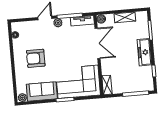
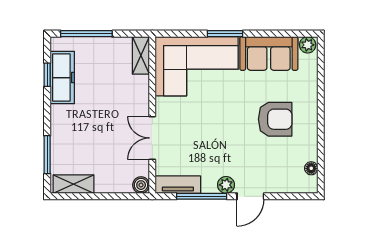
shelving: (125, 17) -> (73, 184), moved
double door: (97, 43) -> (152, 138), width x0.73
freezer: (144, 52) -> (62, 78), moved

